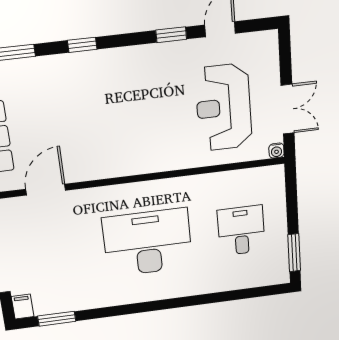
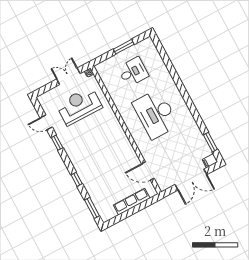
reception desk: (224, 108) -> (79, 106), turned 180
desk: (241, 231) -> (133, 72), turned 180
window: (294, 253) -> (124, 47), moved

